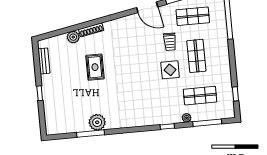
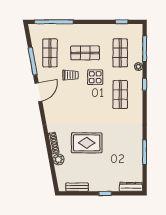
rug: (95, 67) -> (87, 143), width x1.36, depth x1.43
shop shelf: (153, 100) -> (120, 94), added
dresser: (50, 122) -> (131, 187), added
plant: (97, 122) -> (135, 145), removed

